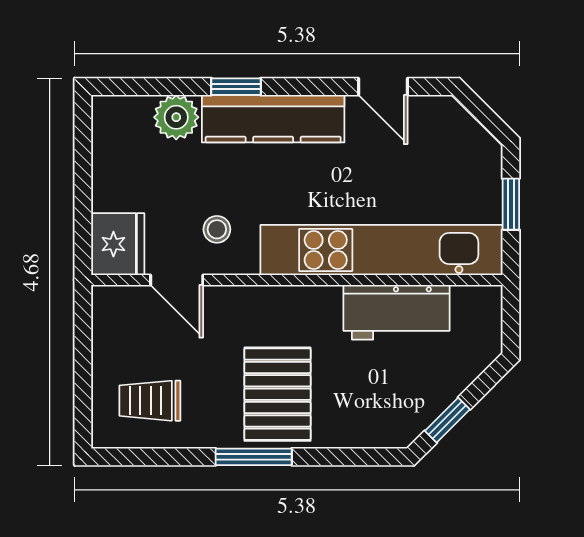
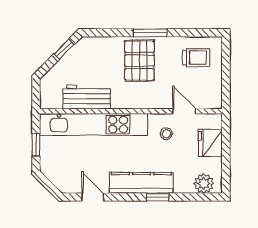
plant: (176, 117) -> (204, 183), moved
fridge: (118, 244) -> (210, 143), moved

